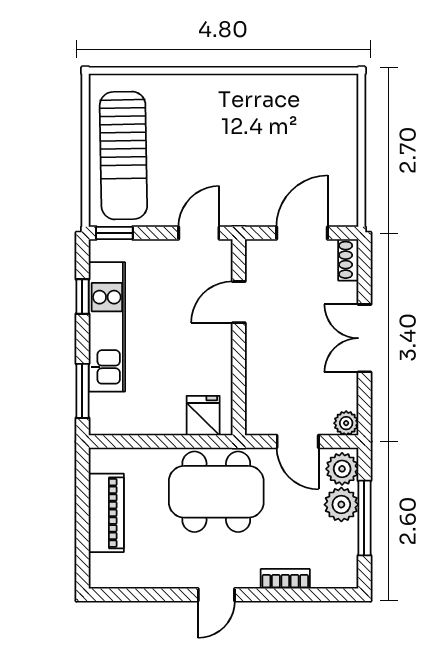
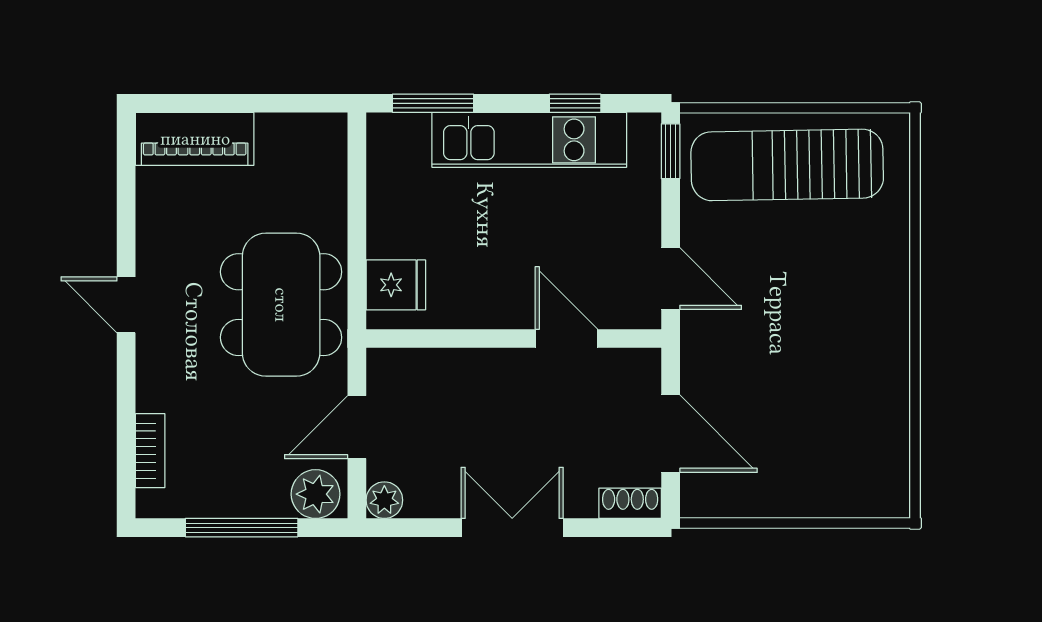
plant: (341, 505) -> (262, 493), removed
piano: (106, 513) -> (195, 139), moved
bookcase: (285, 579) -> (150, 451), moved

